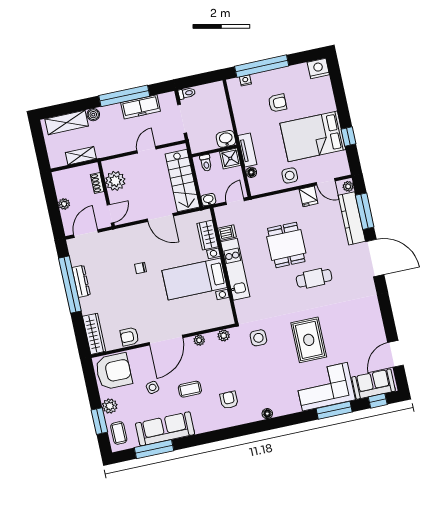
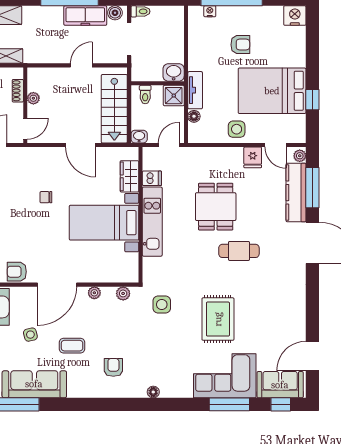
boiler: (93, 115) -> (115, 13), moved
plant: (115, 181) -> (33, 98), width x0.53, depth x0.53

